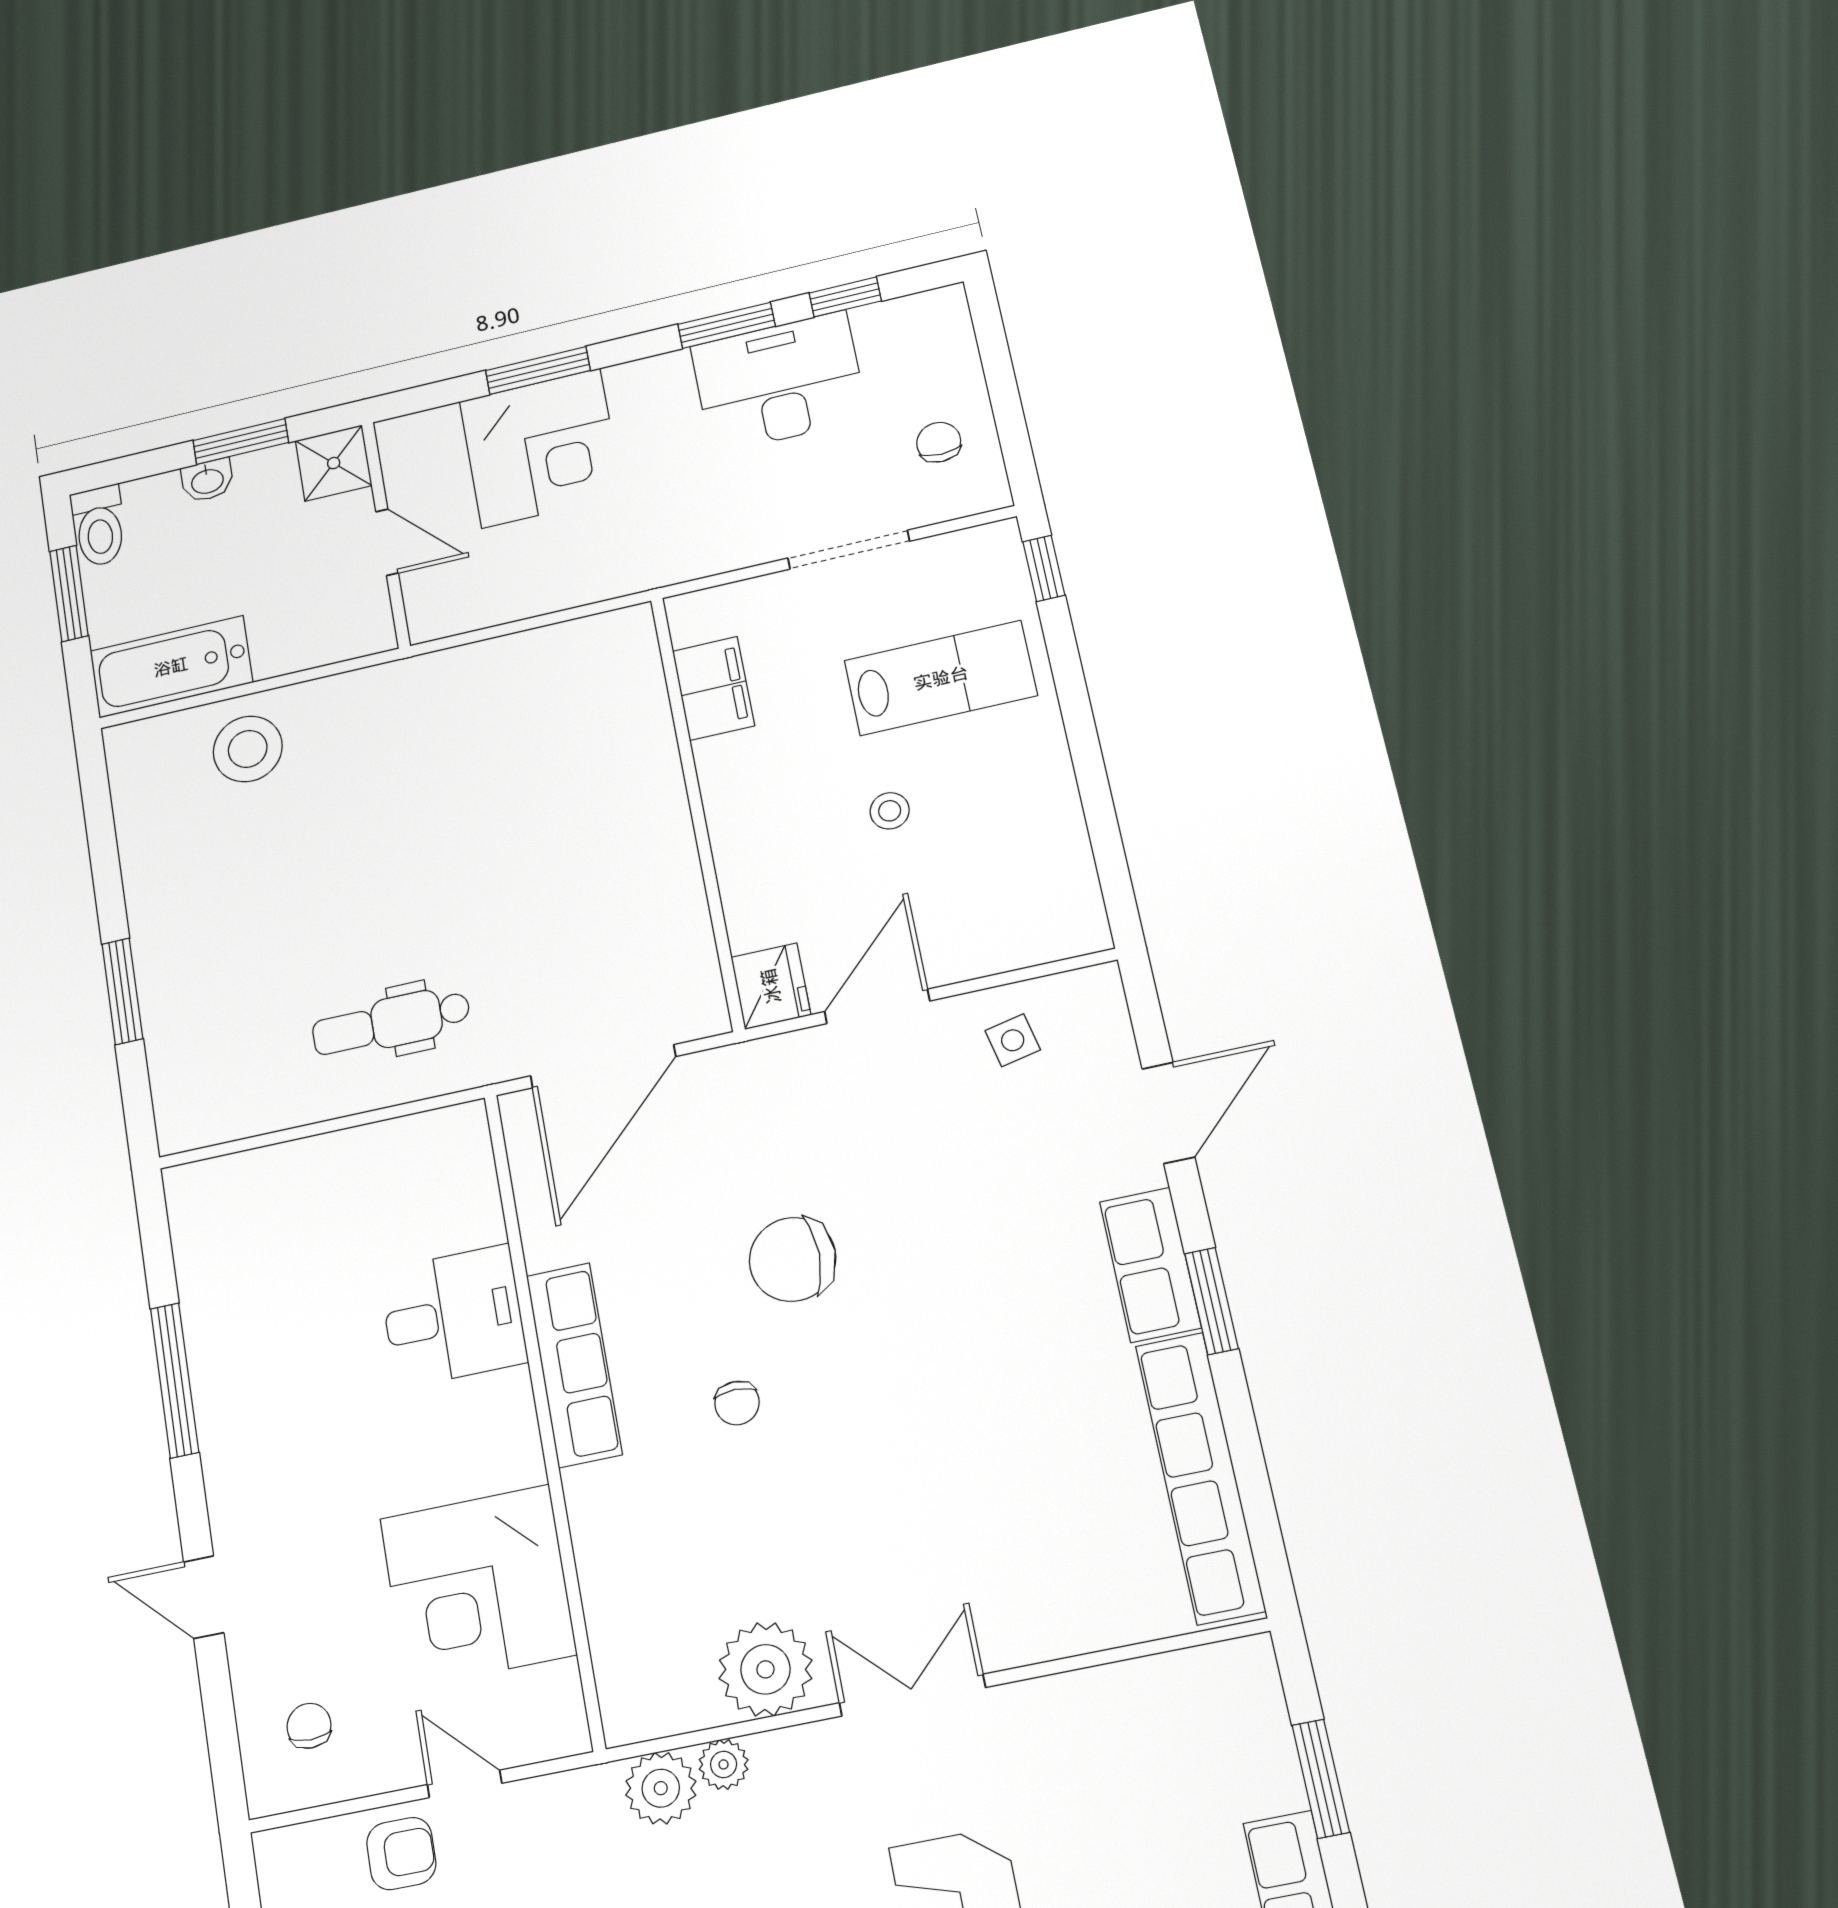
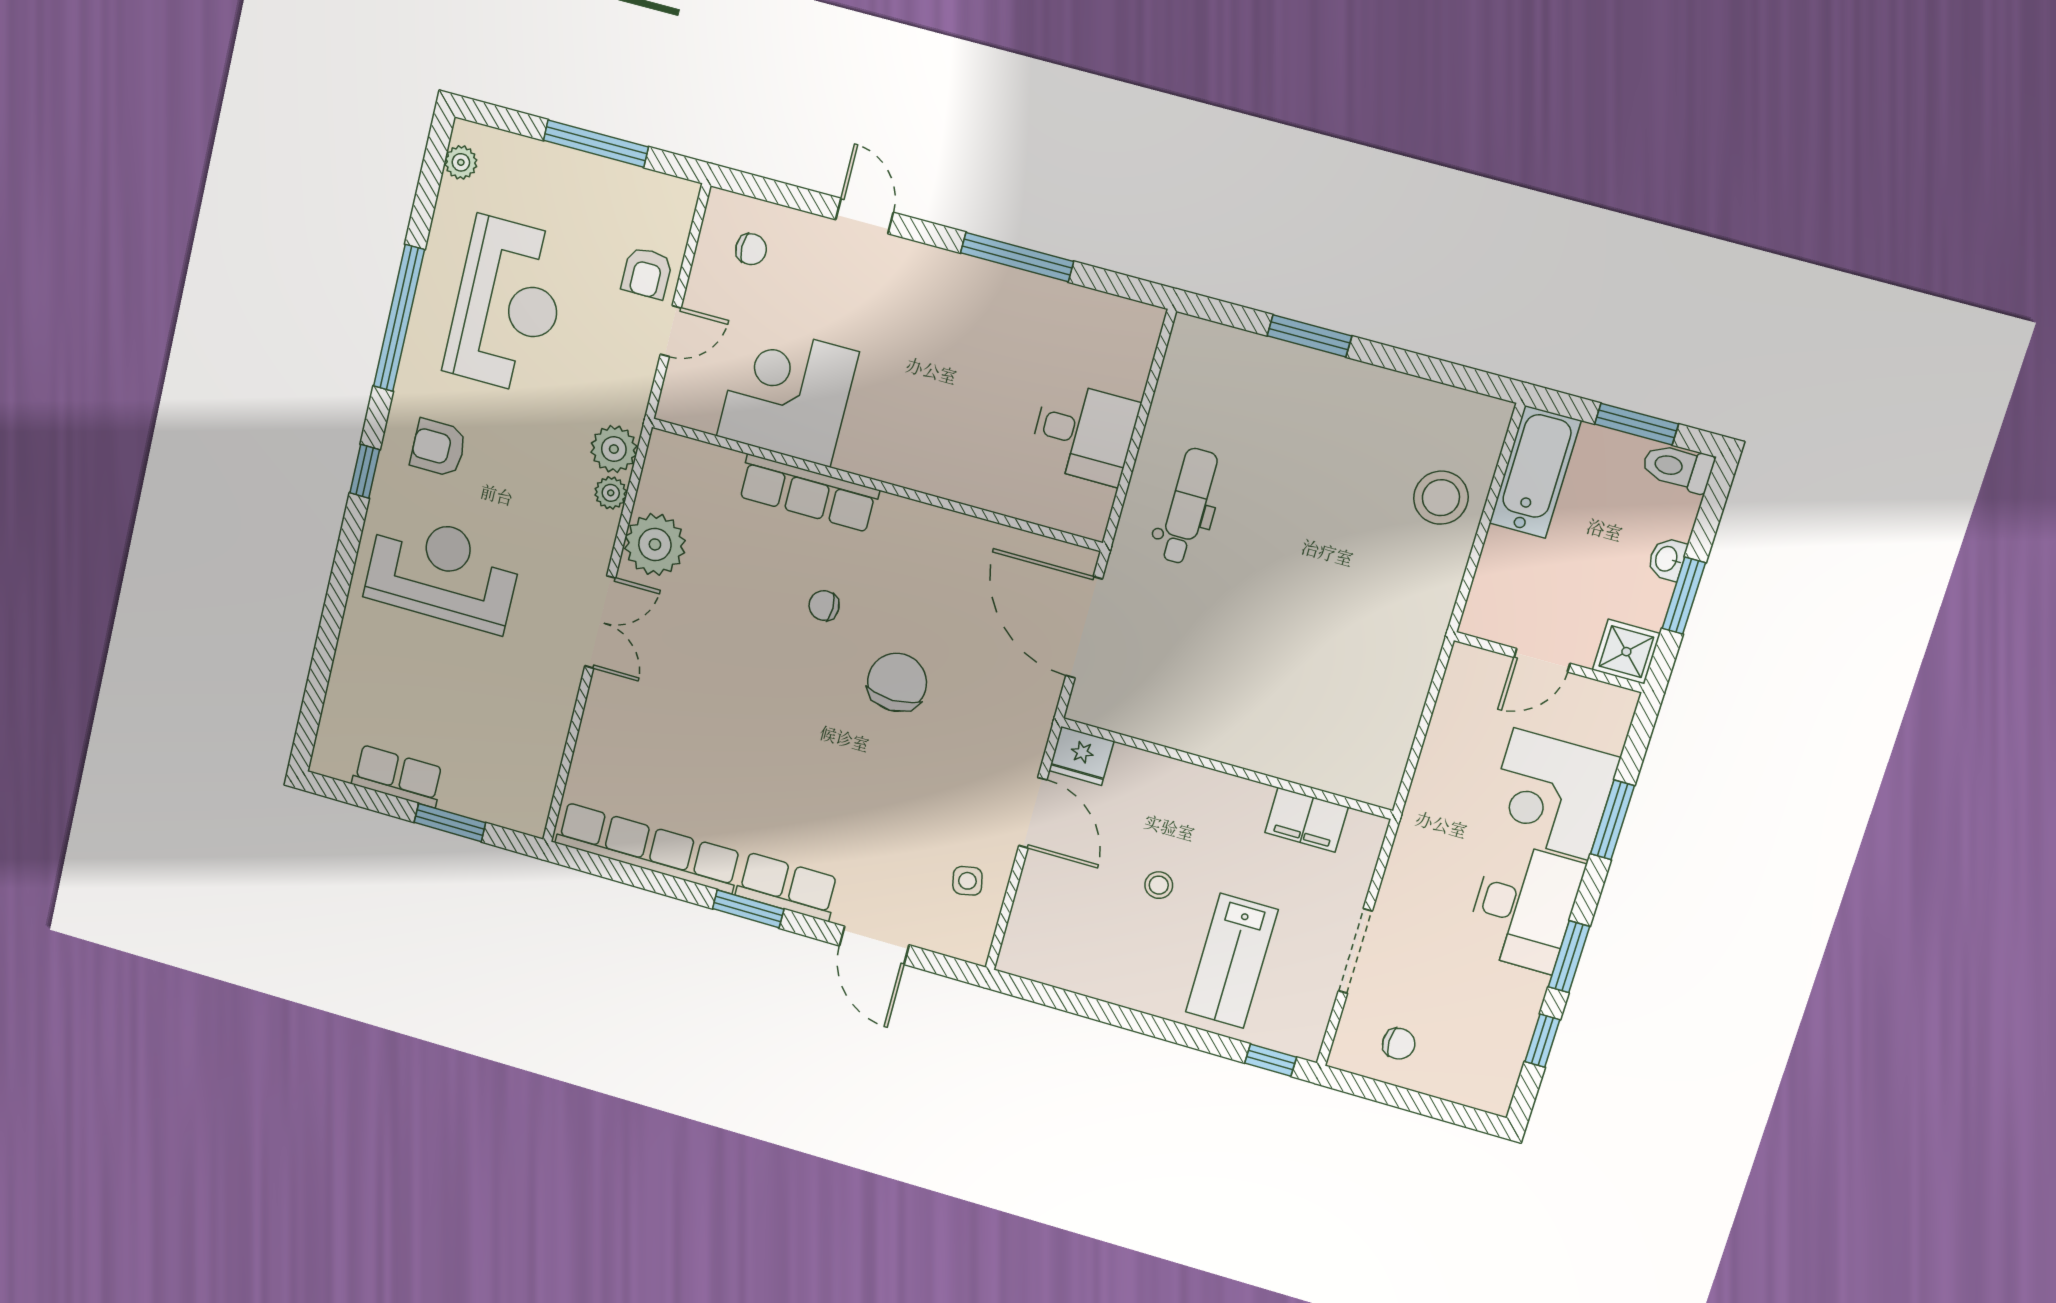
desk: (779, 382) -> (1524, 907), moved
desk: (453, 1316) -> (1084, 433), moved, turned -90
row of seats: (574, 1365) -> (808, 493), moved
door: (204, 1597) -> (864, 216), hinge flipped

